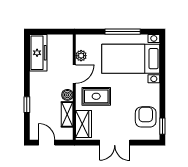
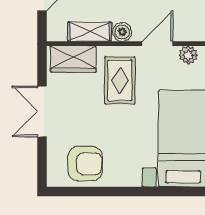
door: (74, 74) -> (157, 44), swing flipped
window: (162, 126) -> (70, 192), removed

